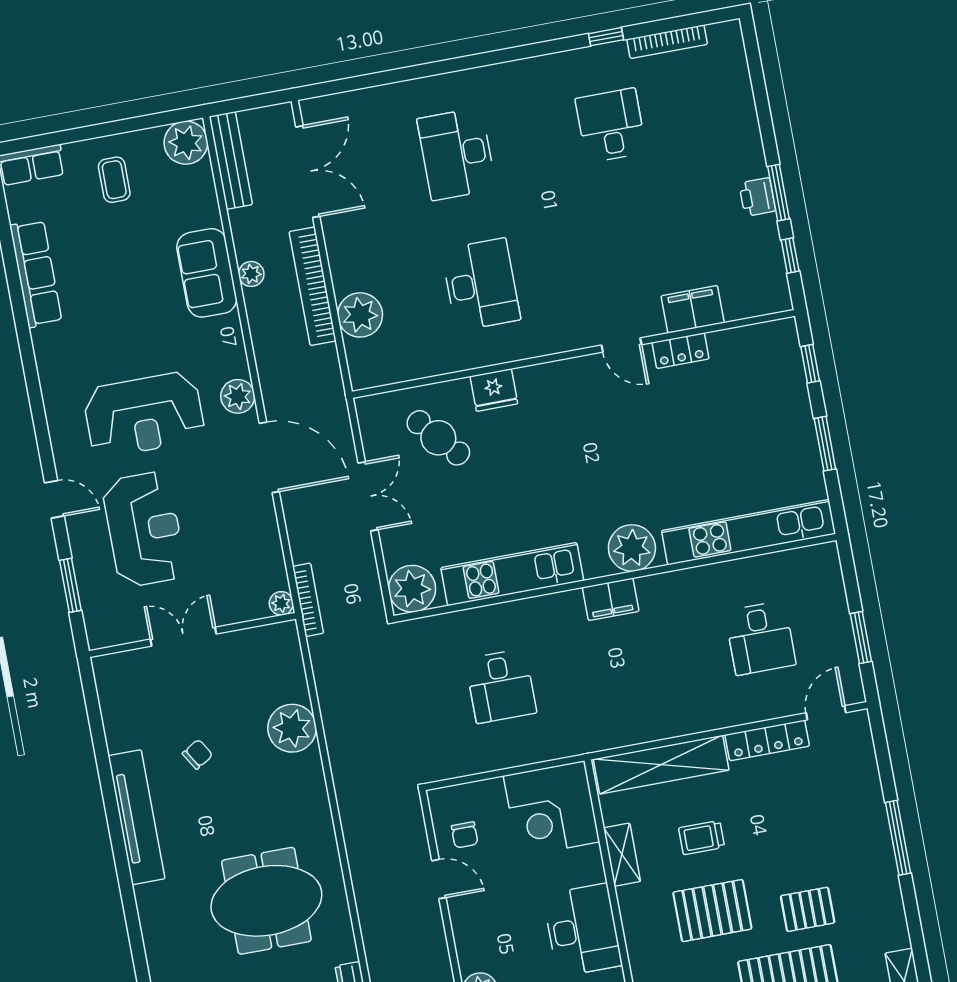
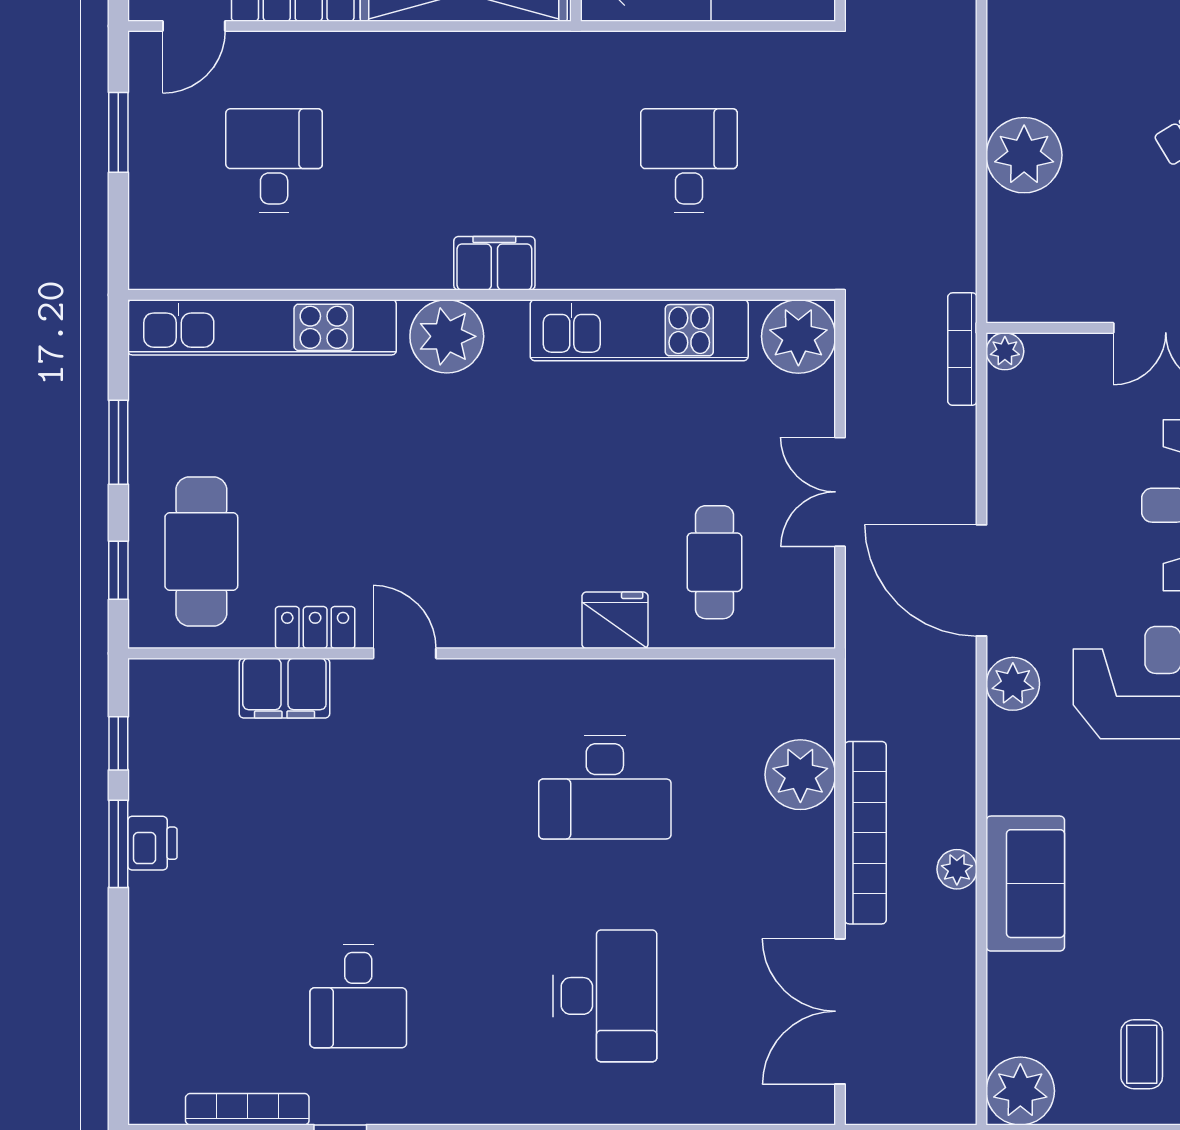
bench: (231, 161) -> (956, 1050), removed
desk: (481, 284) -> (605, 787), turned -90
cafe table: (760, 385) -> (201, 552), added
cafe table: (438, 438) -> (714, 562), turned 41

